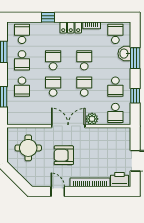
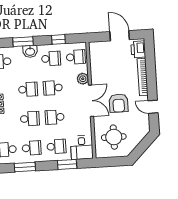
washbasin: (124, 54) -> (30, 51), moved
school desk: (53, 60) -> (30, 119), turned 180
school desk: (84, 60) -> (28, 89), turned 180
desk: (19, 113) -> (82, 147), added
double door: (68, 126) -> (91, 101), swing flipped
door: (58, 191) -> (153, 107), hinge flipped

